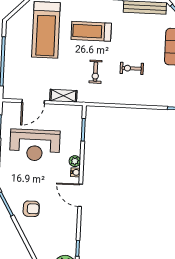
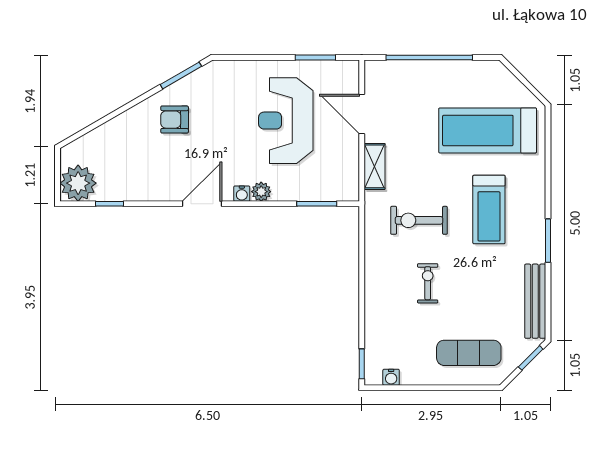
treadmill: (91, 31) -> (489, 210), turned 180
exercise bike: (95, 72) -> (419, 220), width x1.38, depth x1.39
armchair: (31, 209) -> (175, 120), turned 90

